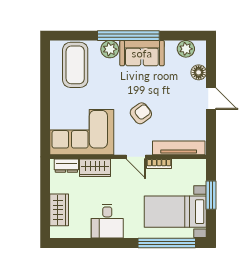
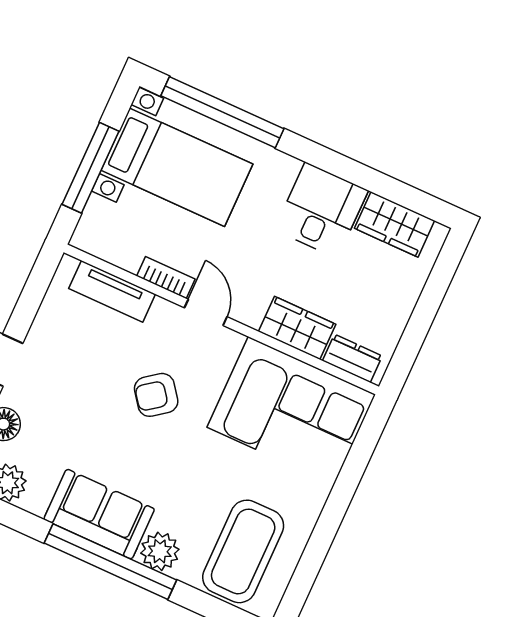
tv unit: (179, 148) -> (112, 291), width x0.71
window: (211, 195) -> (90, 168), width x1.44
wardrobe: (59, 210) -> (394, 224), moved, turned -90

